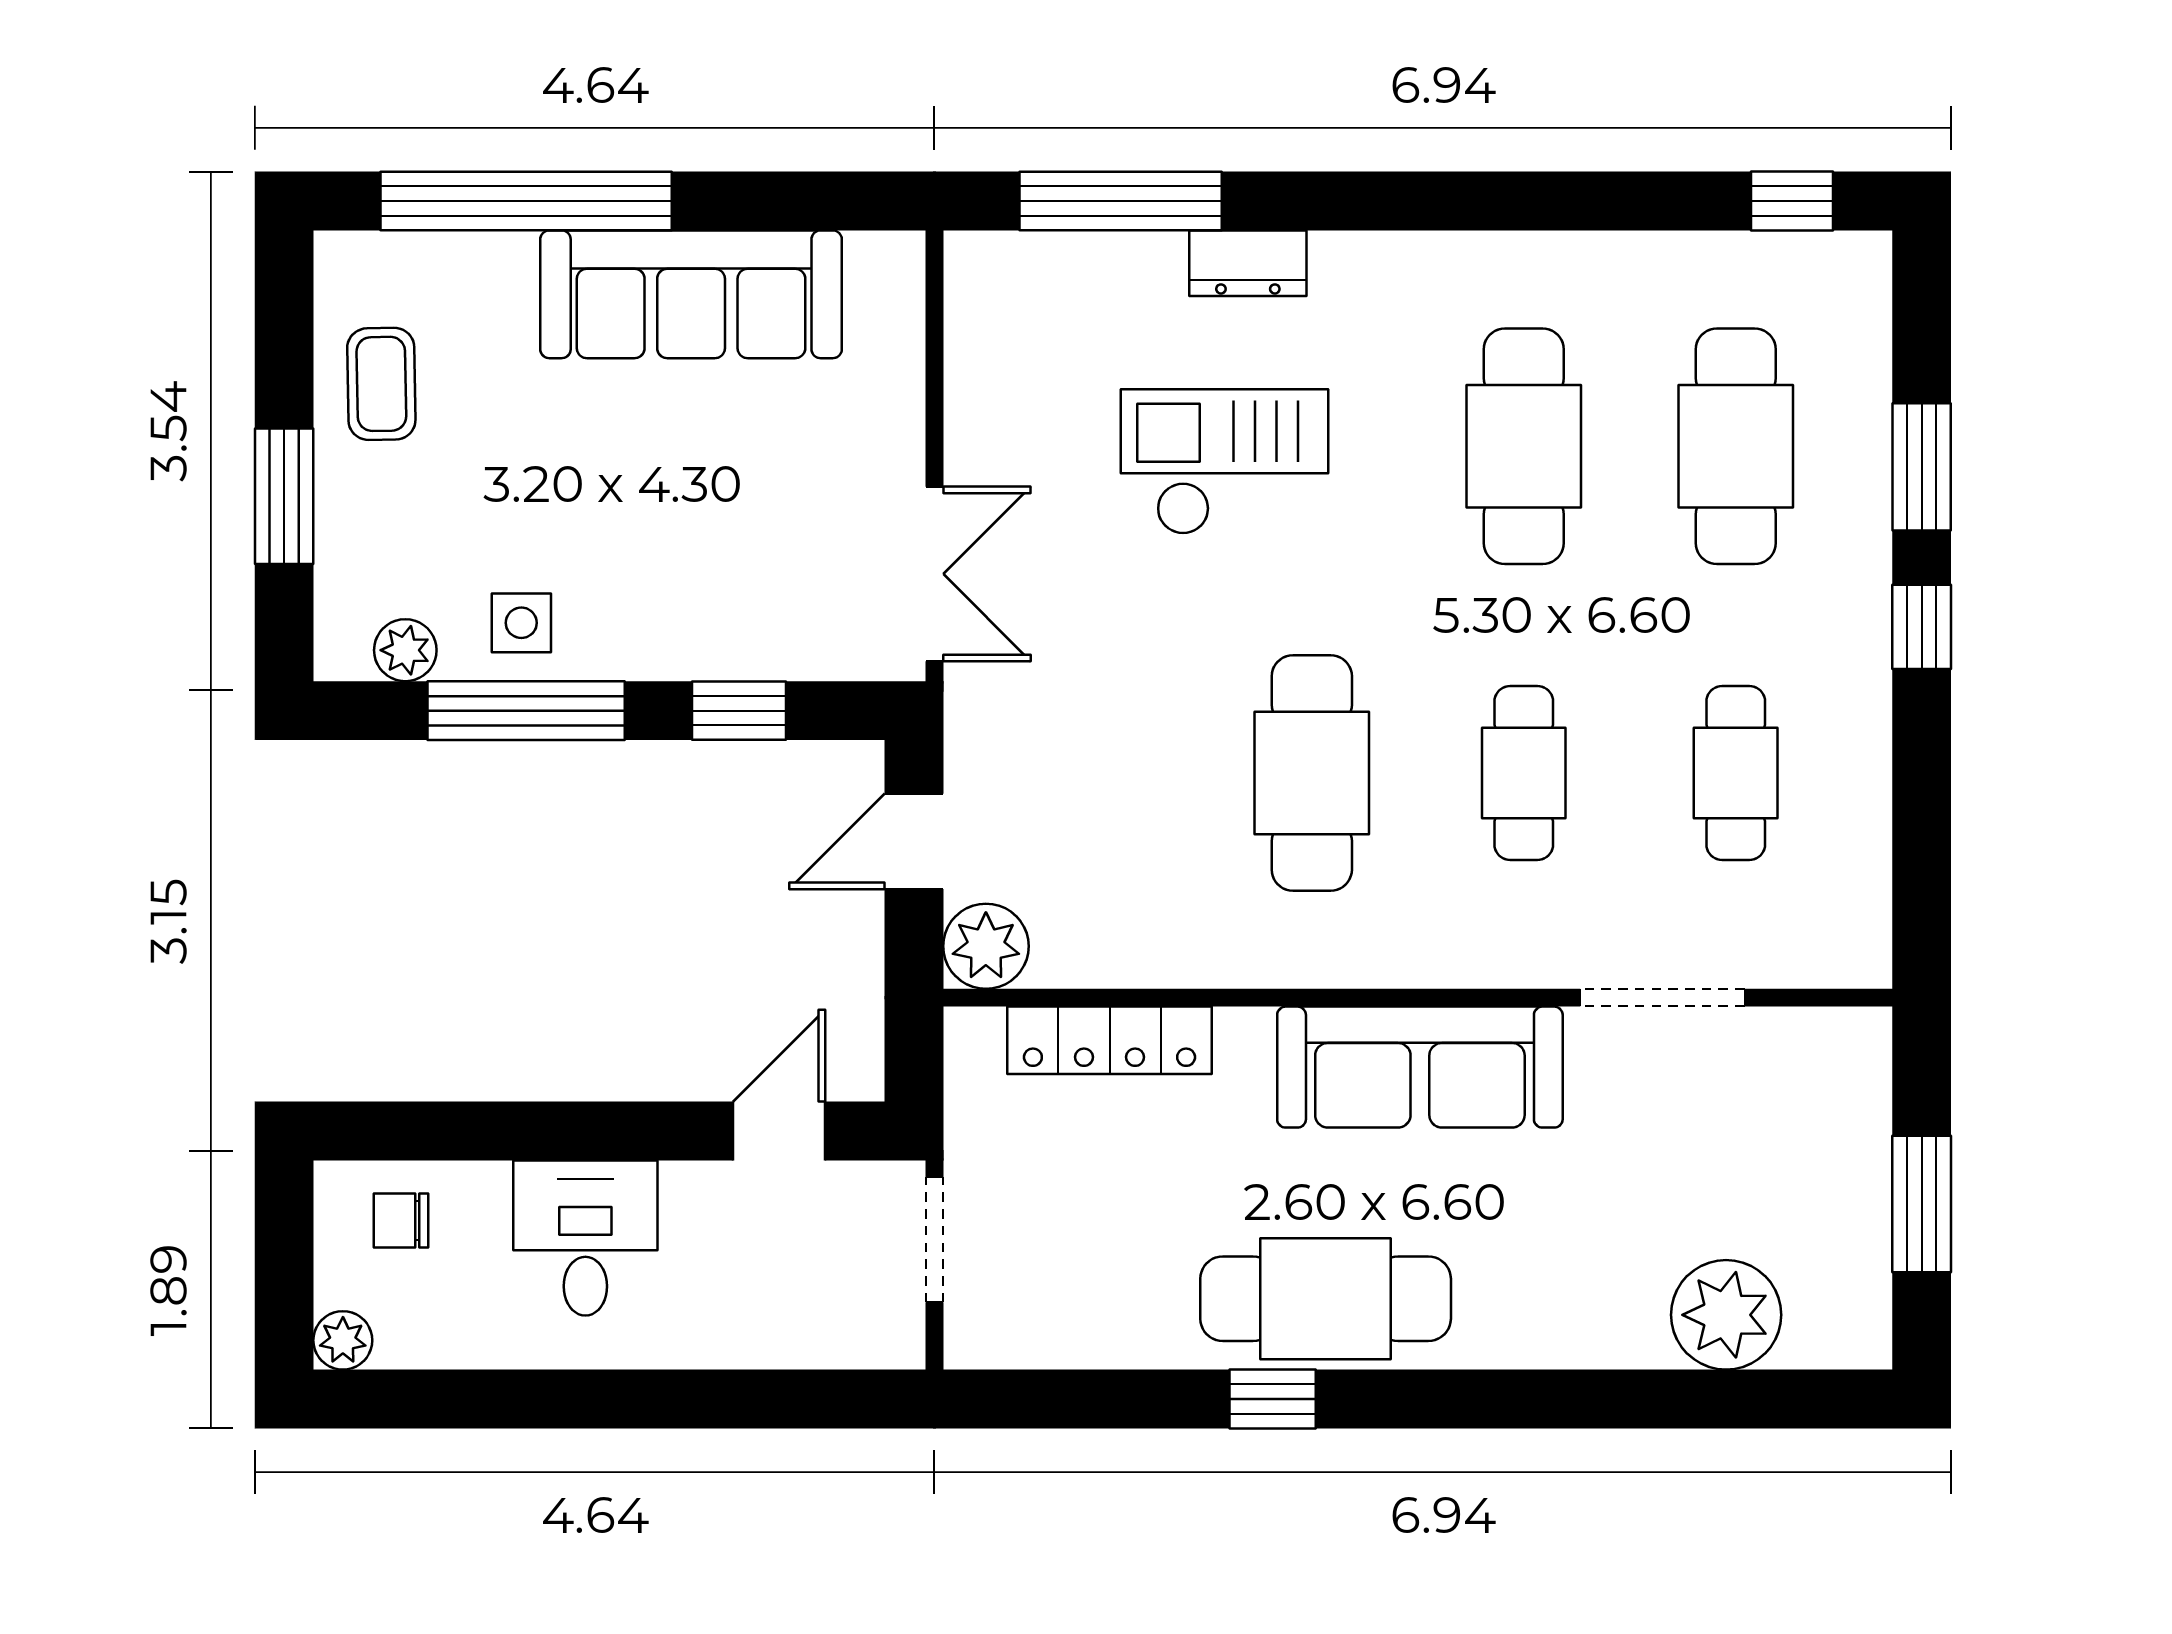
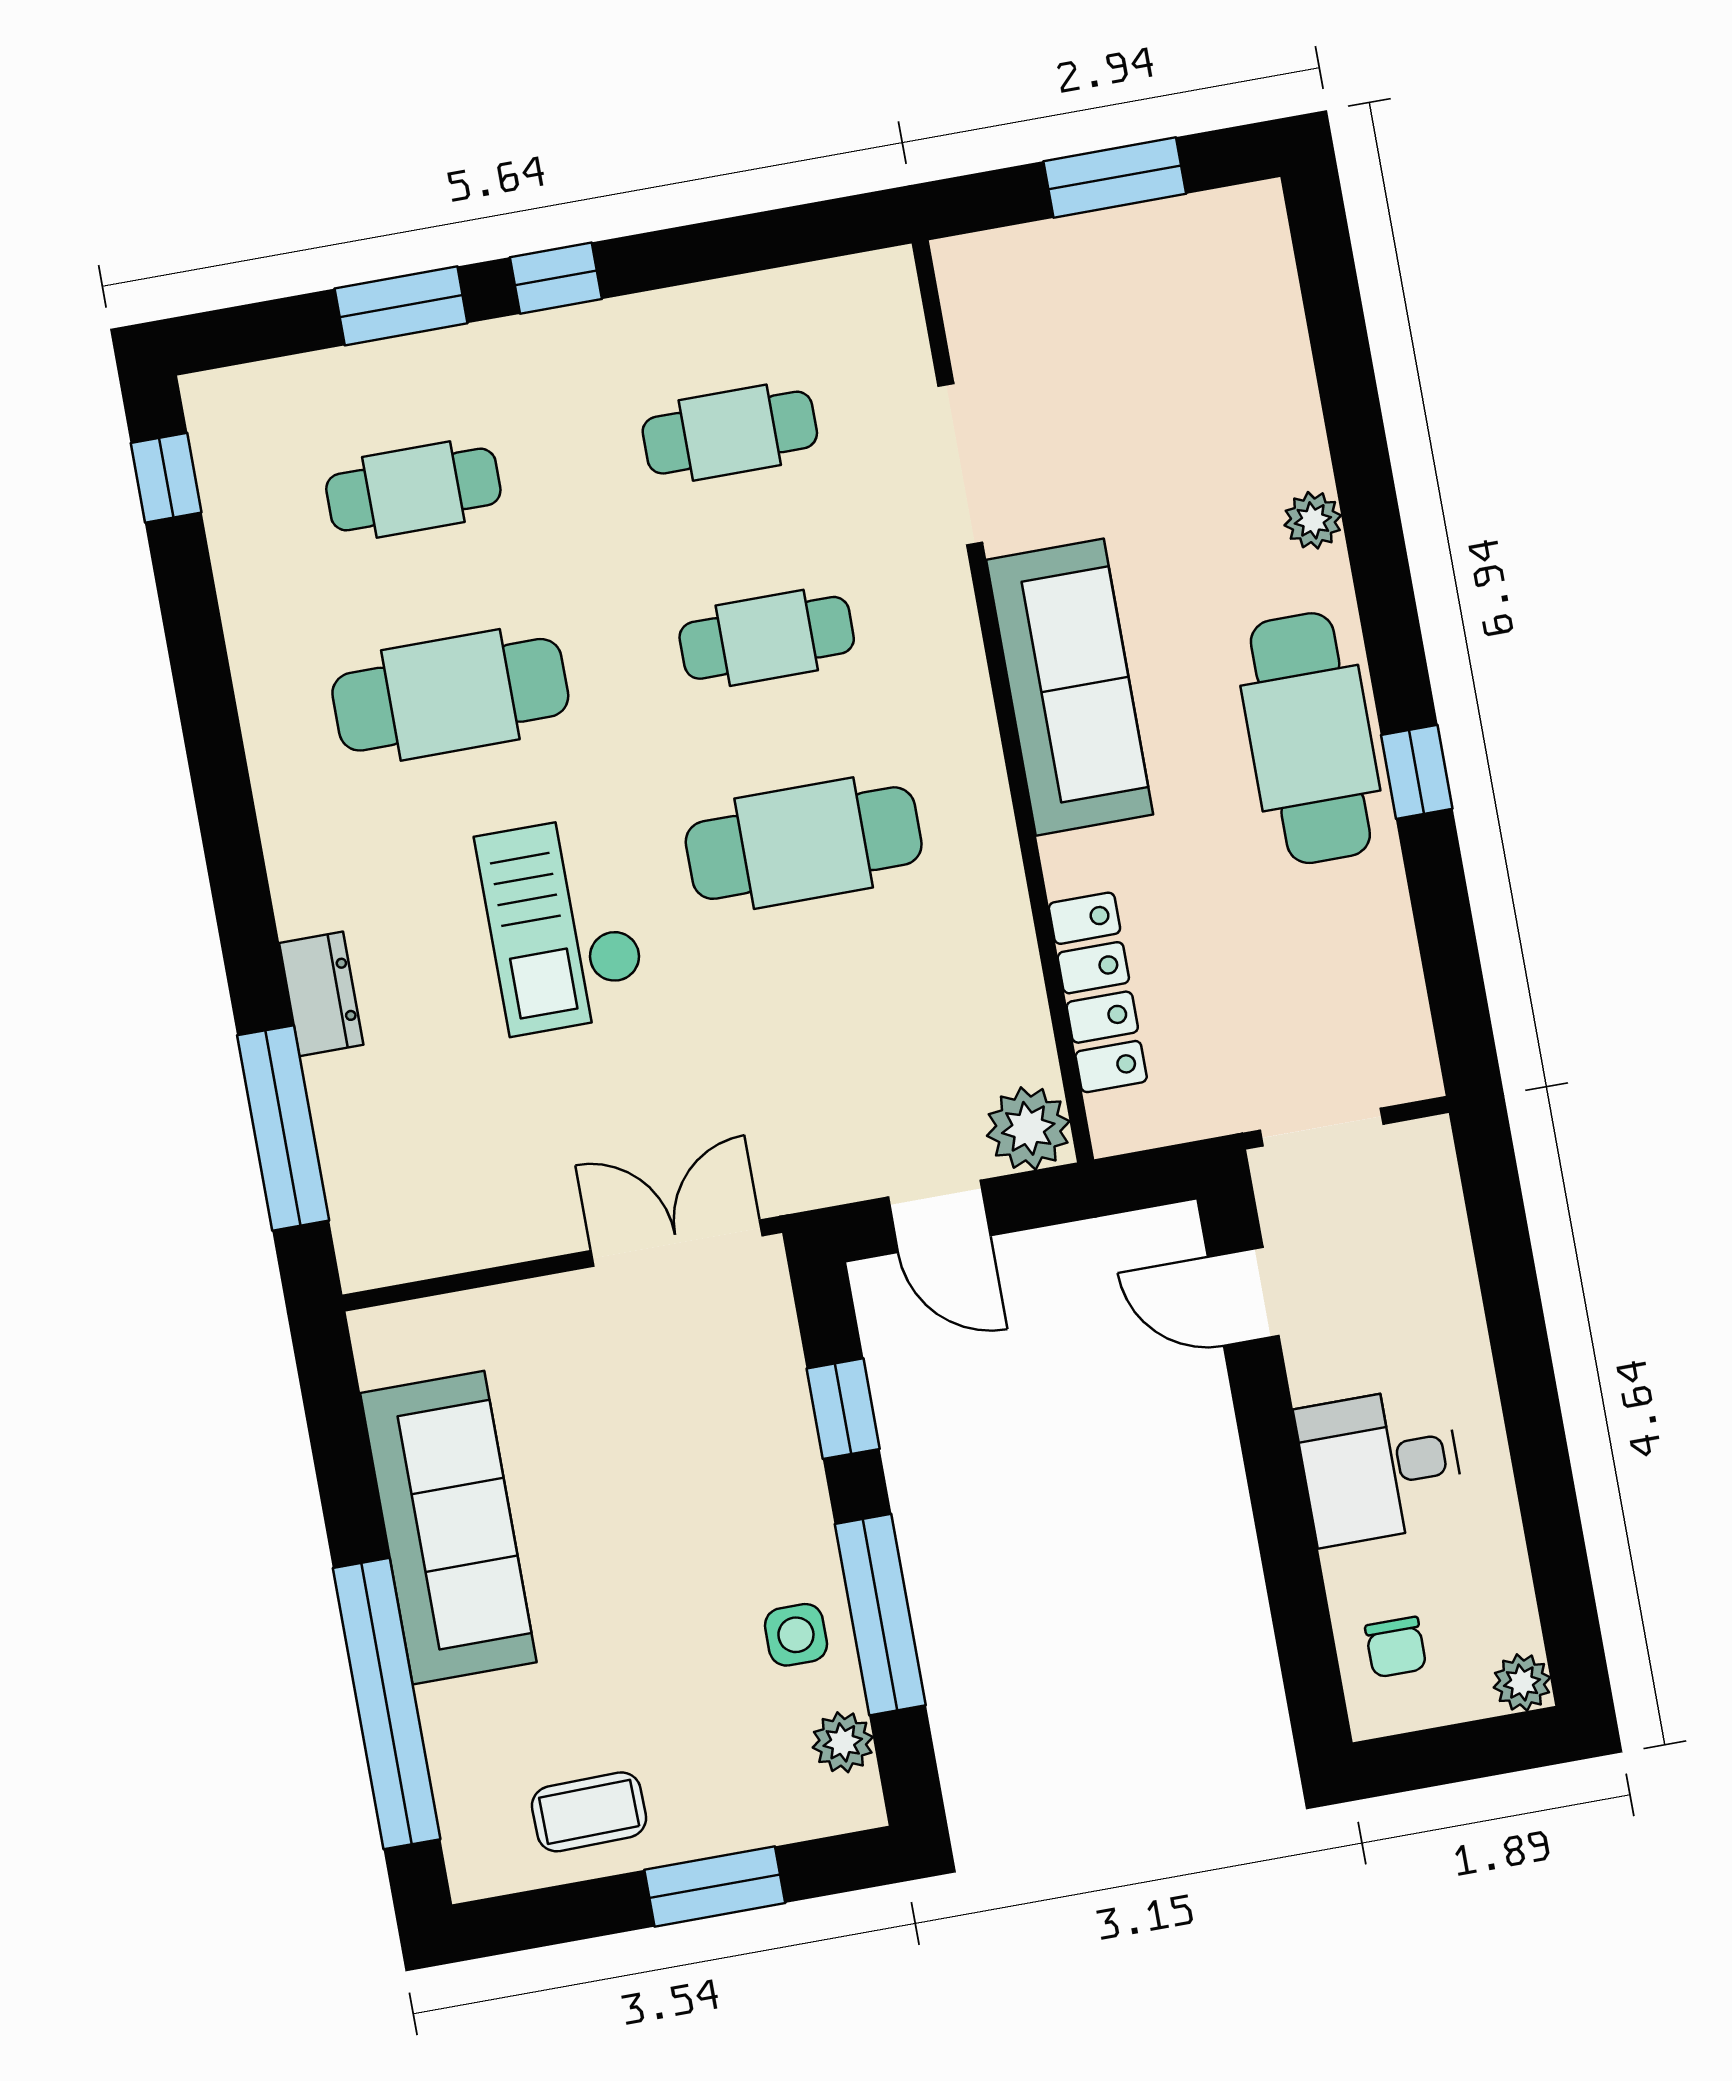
cafe table: (1736, 446) -> (413, 489), width x0.73, depth x0.74
checkout: (1224, 462) -> (562, 924), moved
plant: (1726, 1315) -> (1313, 520), moved, width x0.53, depth x0.53

